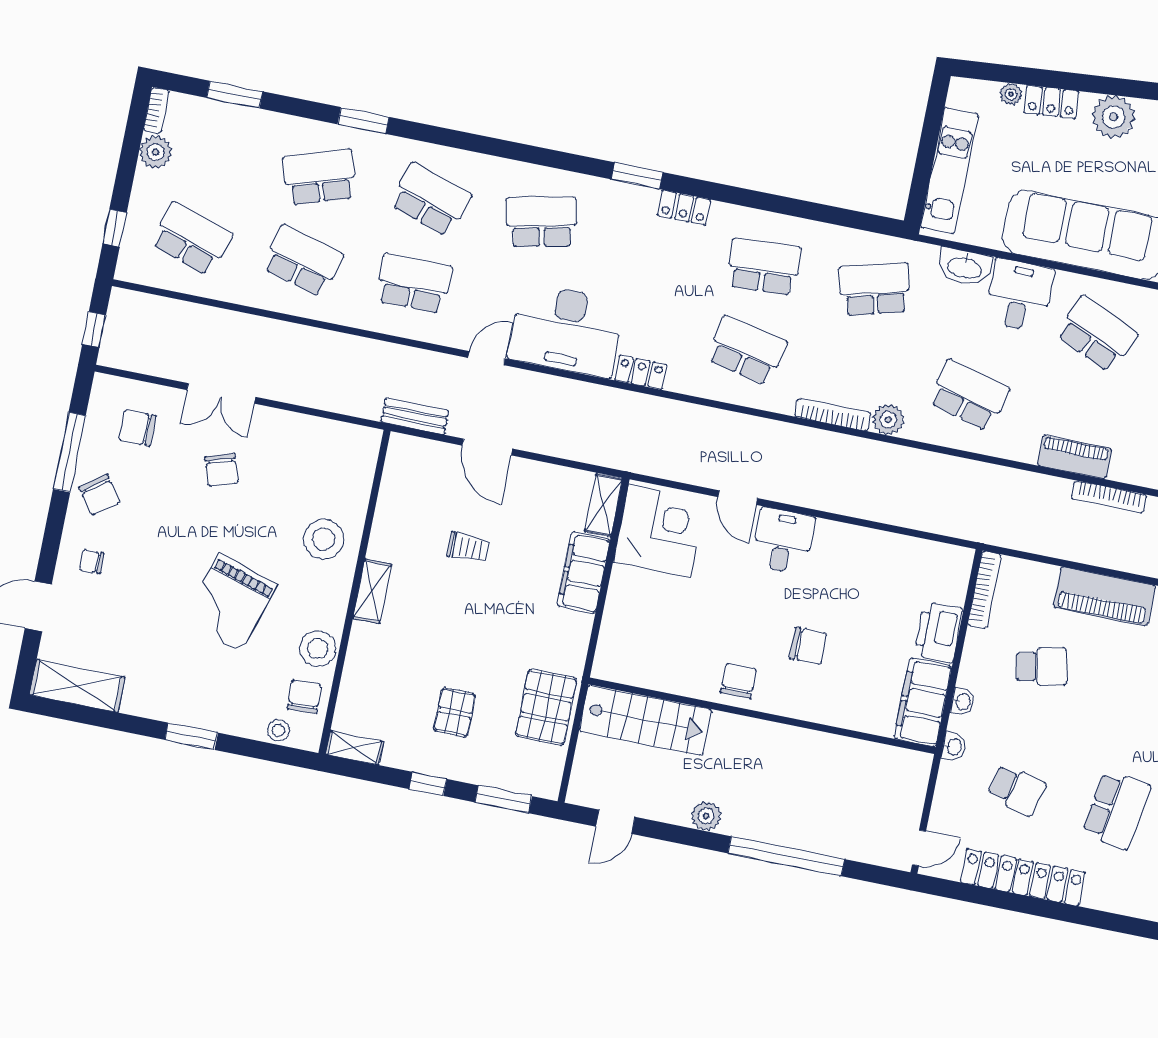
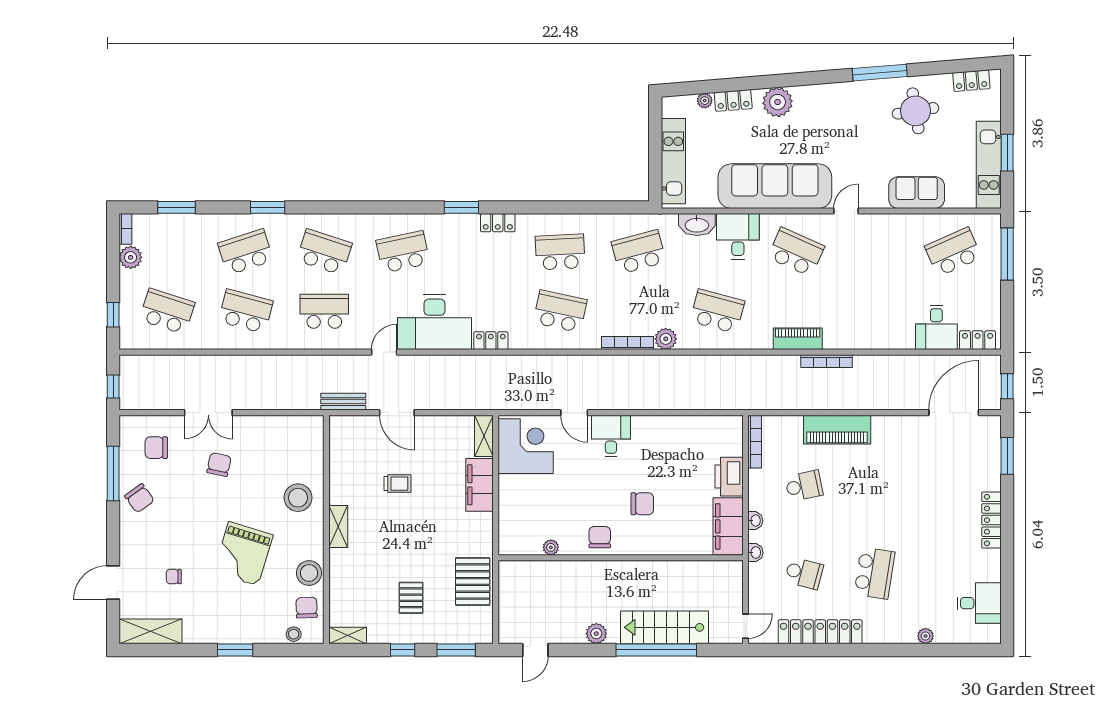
chair: (221, 470) -> (219, 465), turned -150
chair: (92, 562) -> (174, 576), moved
plant: (666, 681) -> (551, 547), added
stairs: (645, 720) -> (665, 627), moved, turned 180

